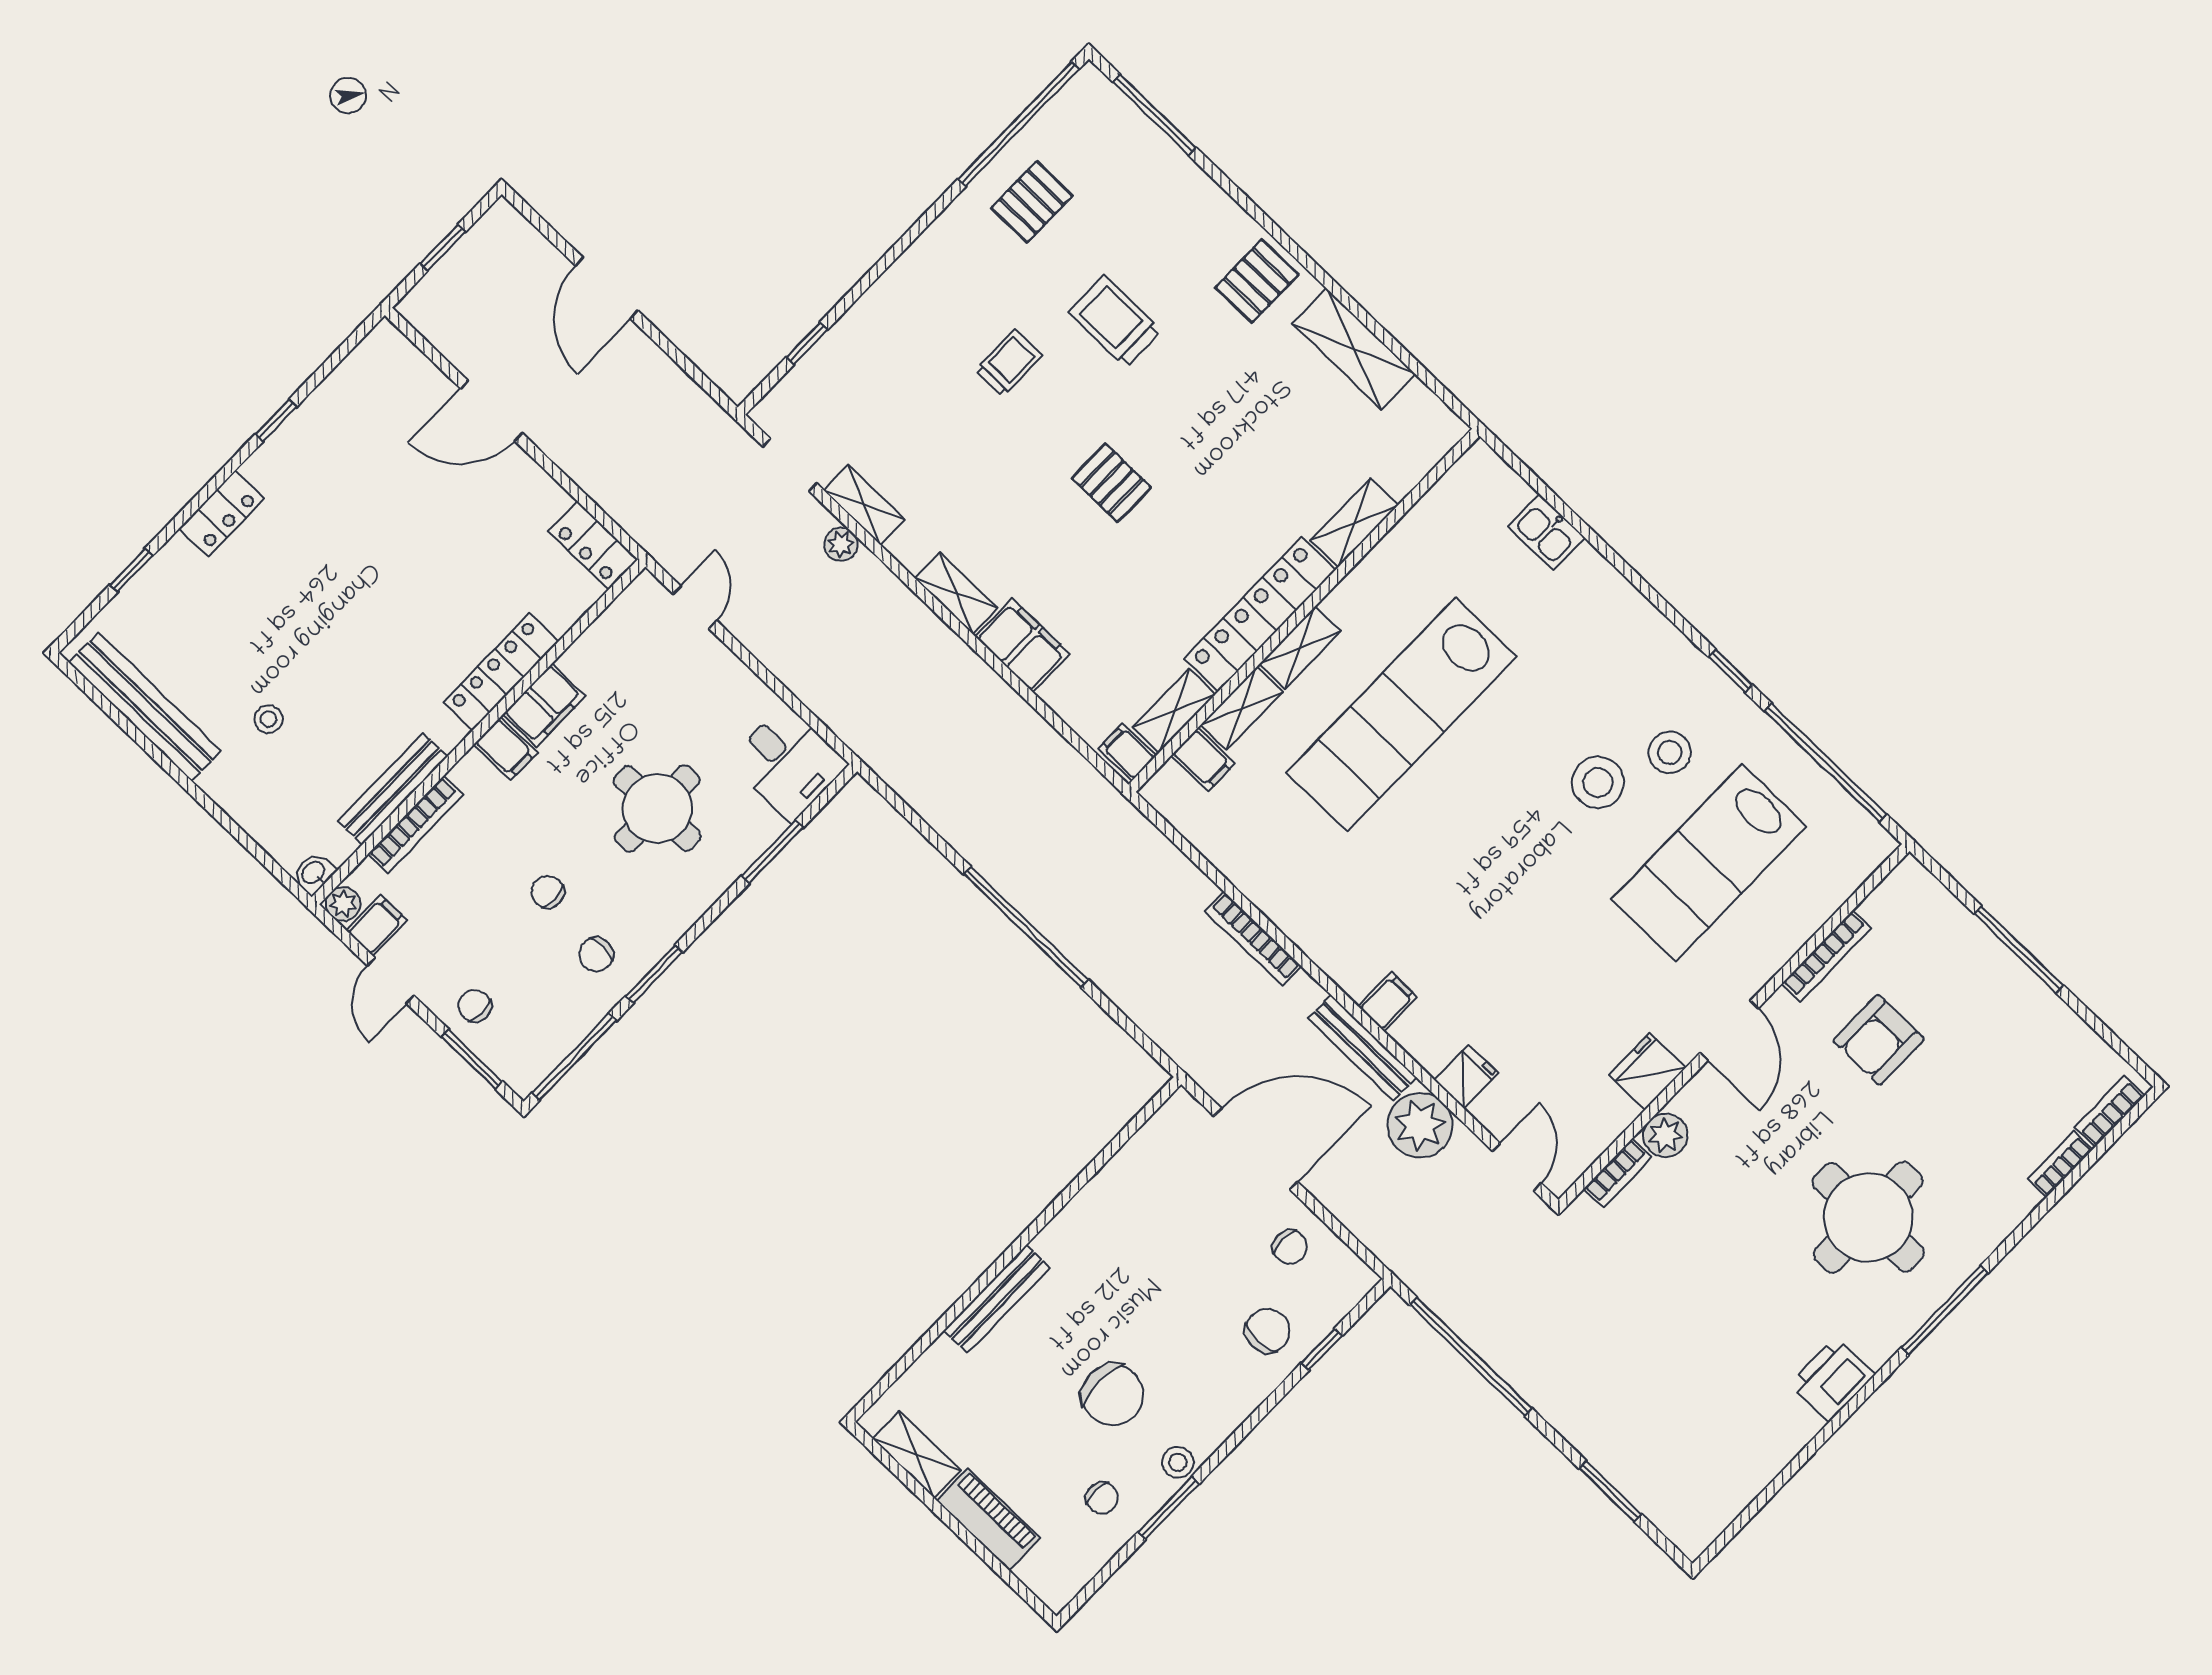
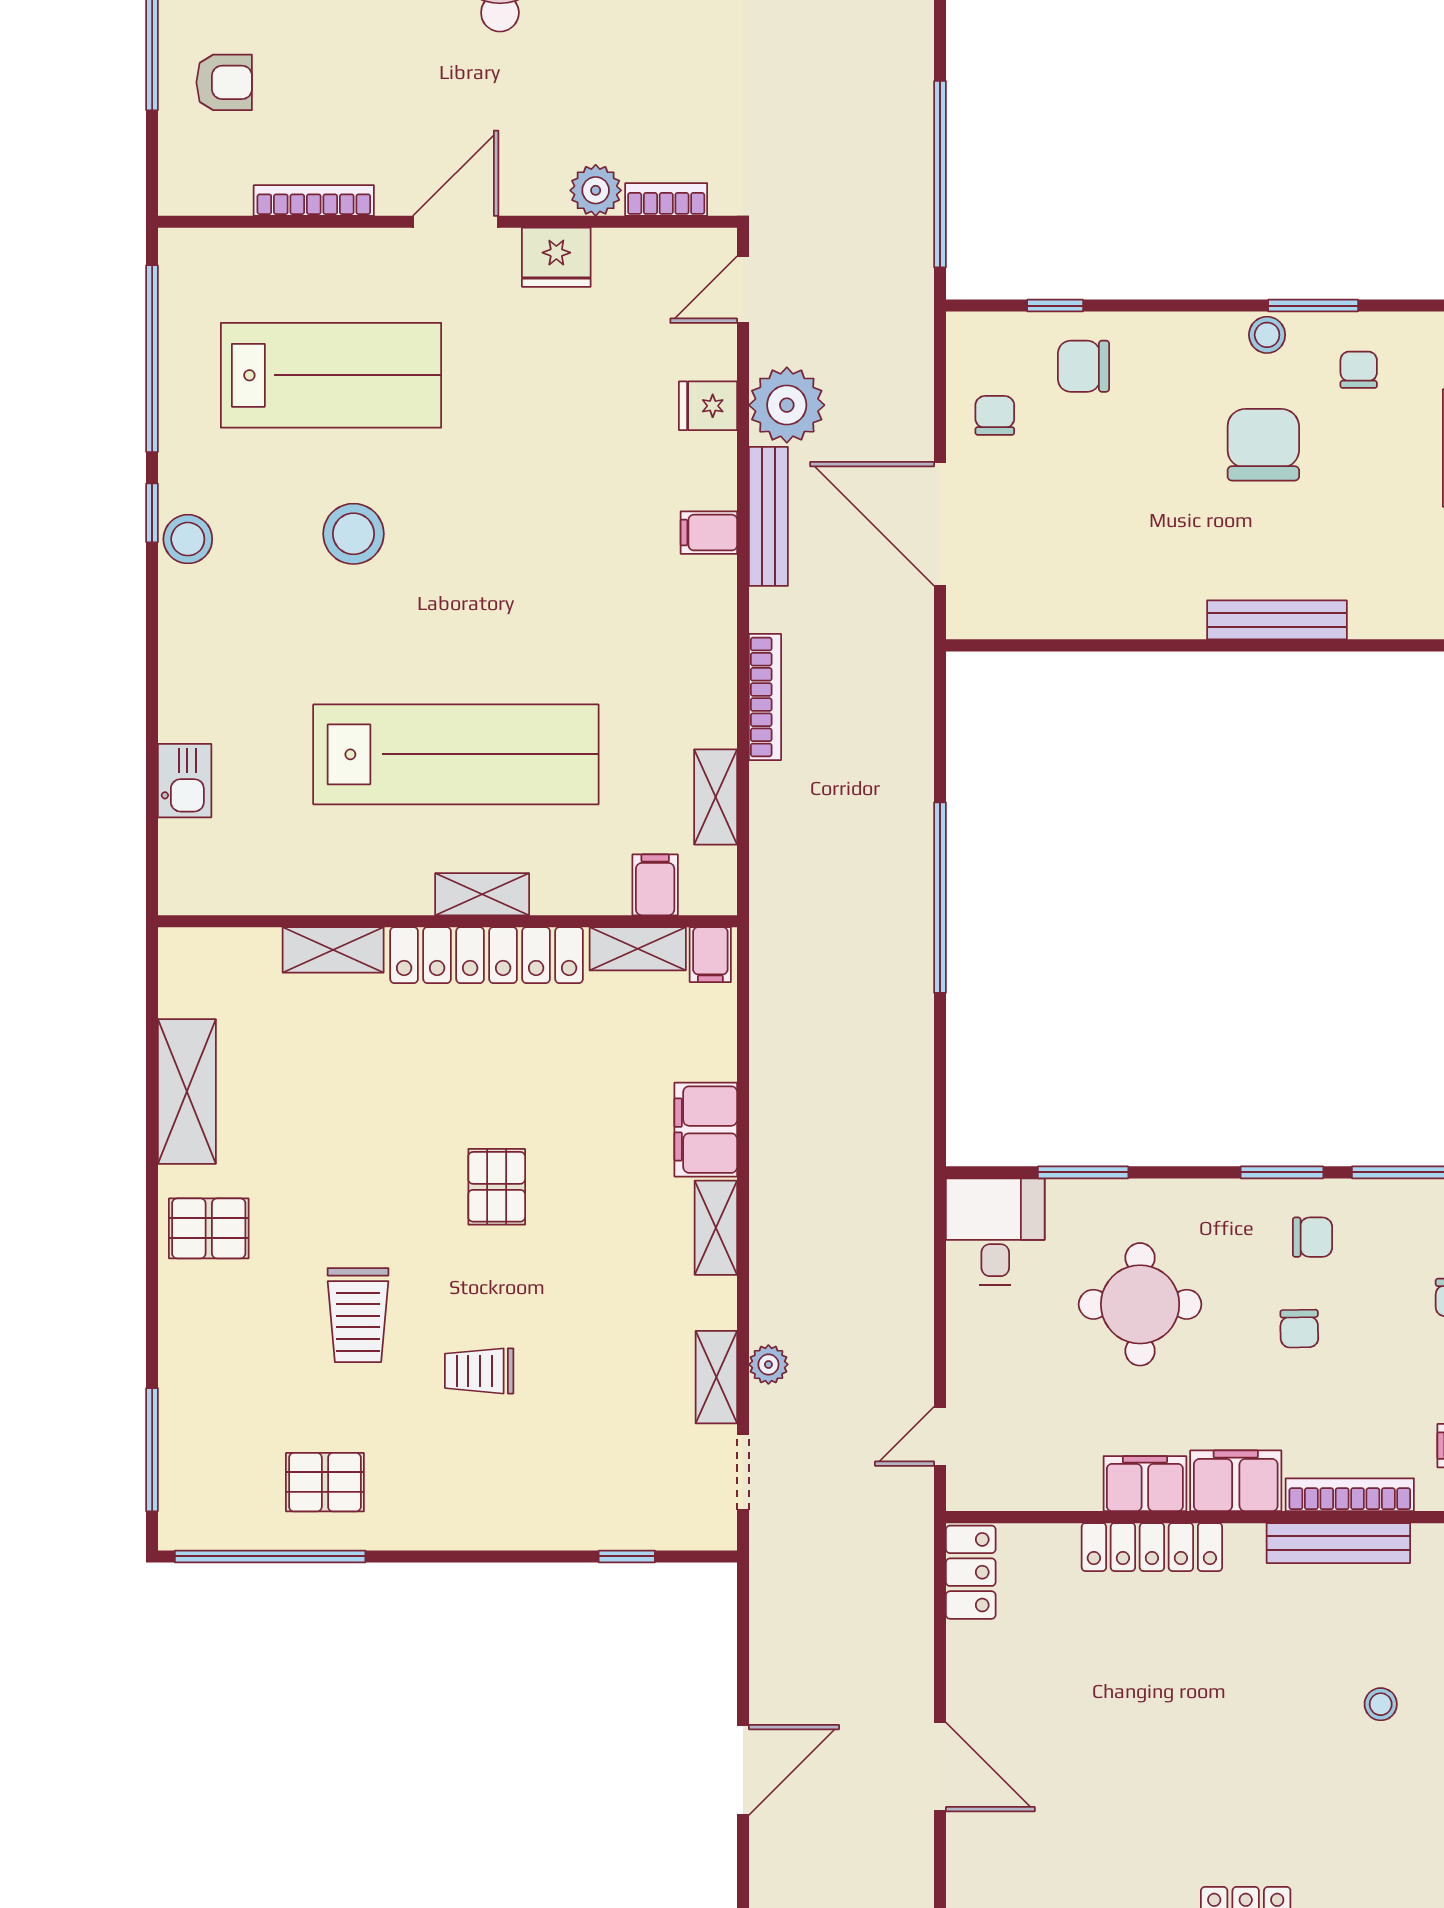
shelving: (1242, 708) -> (716, 797), moved, turned 90
filing cabinet: (505, 749) -> (1236, 1481), width x2.00
stool: (1670, 752) -> (188, 539), moved
armchair: (1879, 1040) -> (224, 82), moved, width x0.72, depth x0.72

